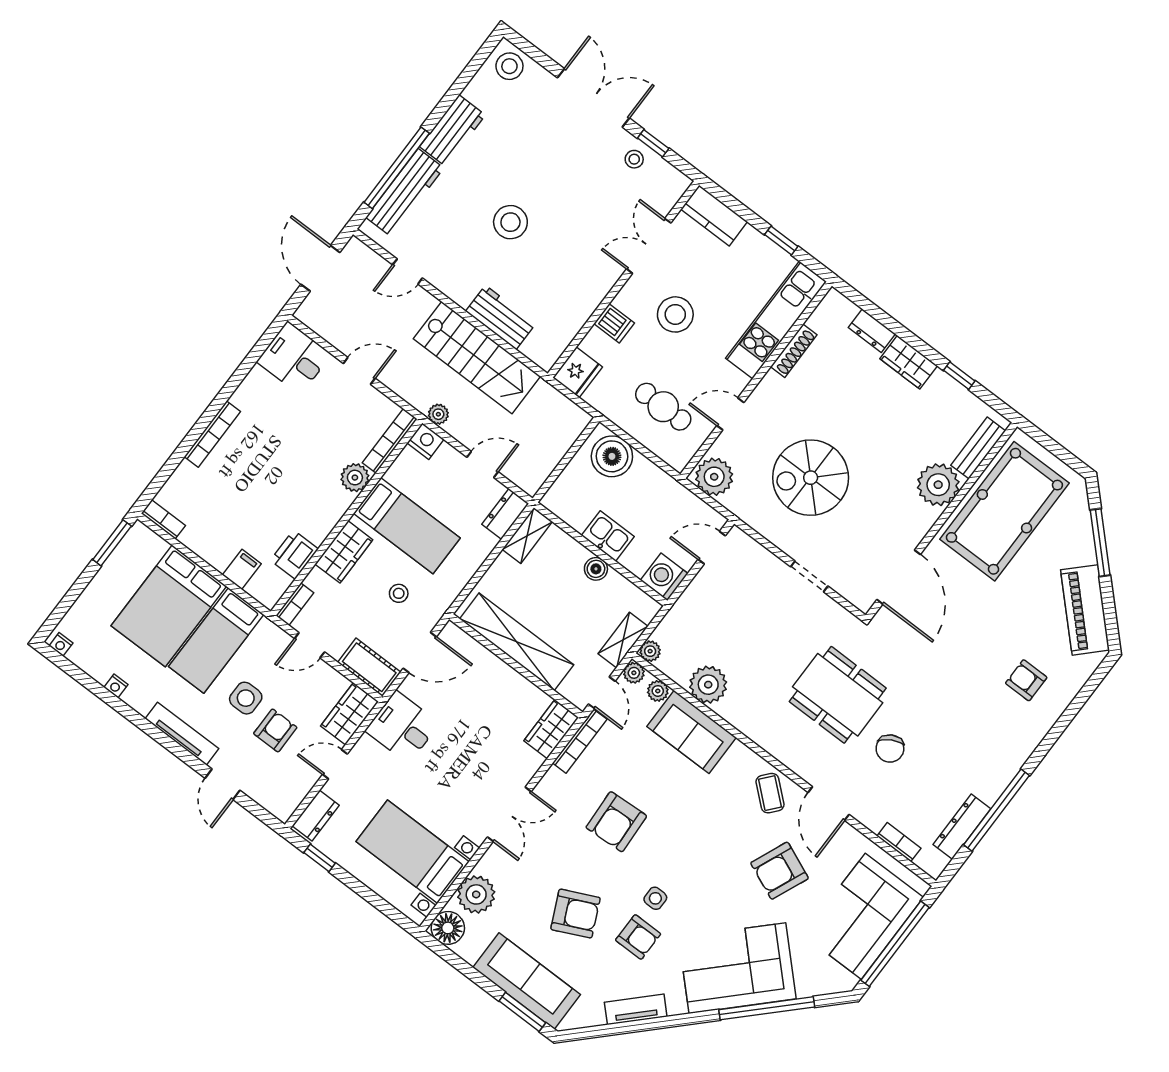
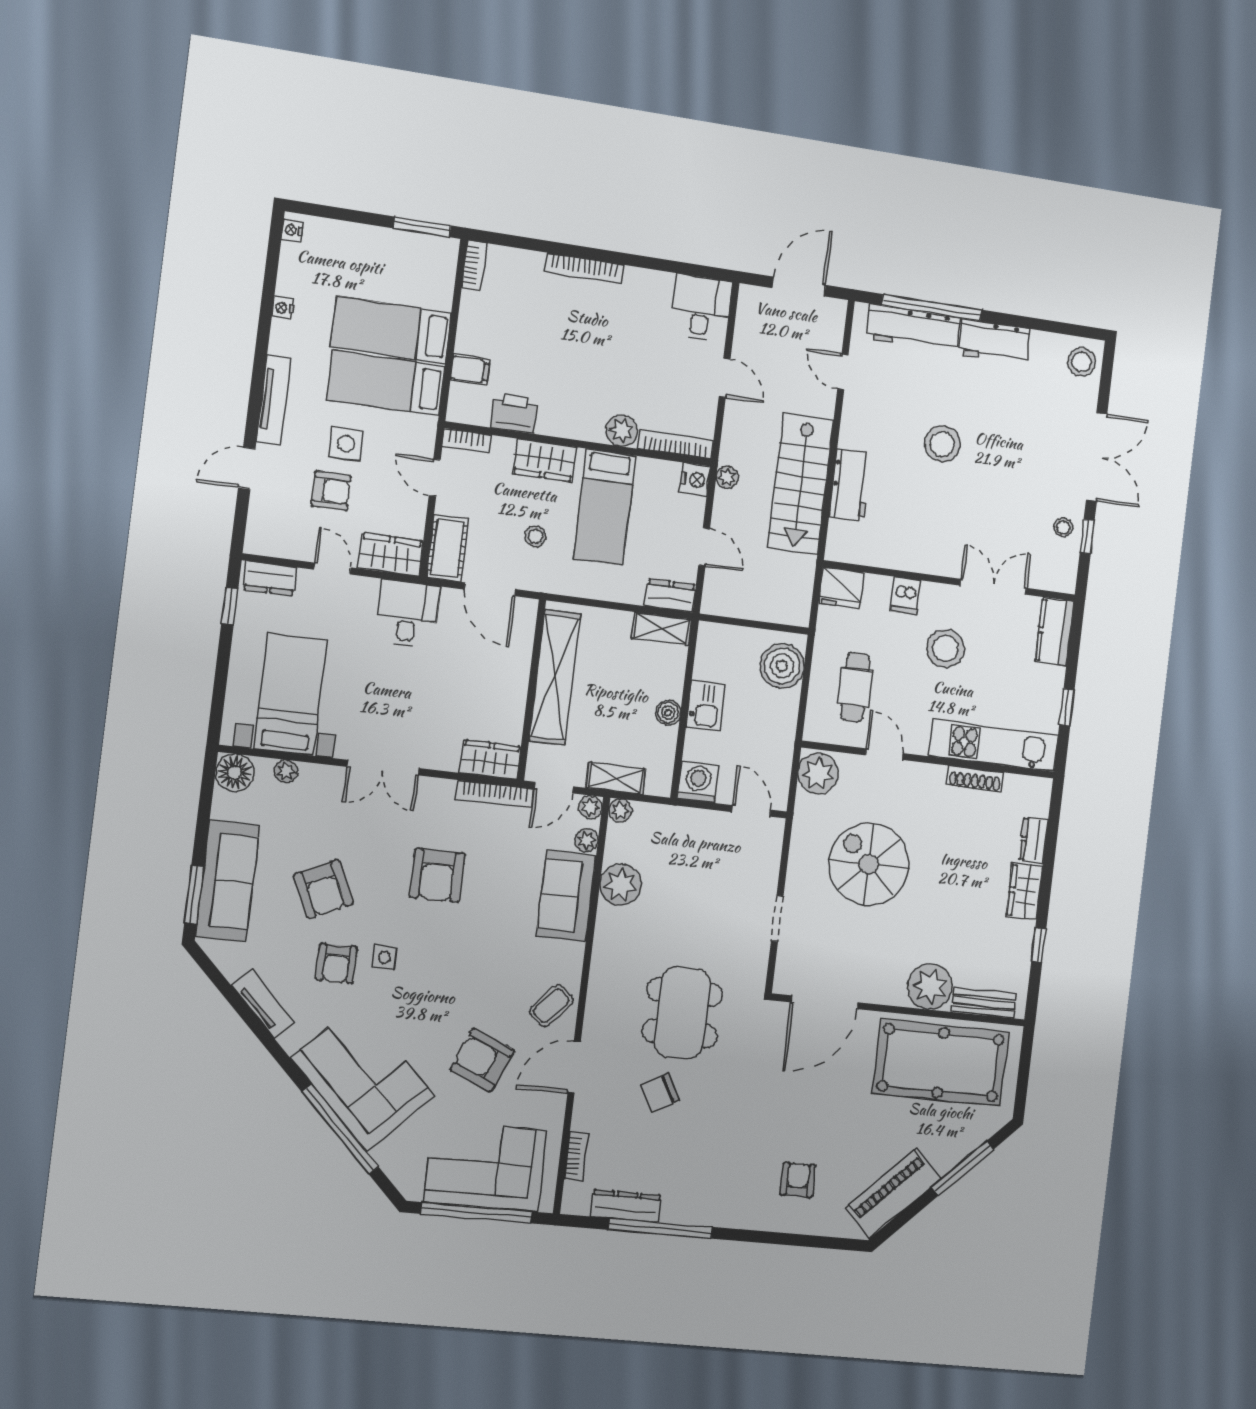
bed: (169, 606) -> (391, 330), width x0.67
armchair: (616, 822) -> (437, 875), turned -87
plant: (476, 894) -> (286, 771), width x0.53, depth x0.53

